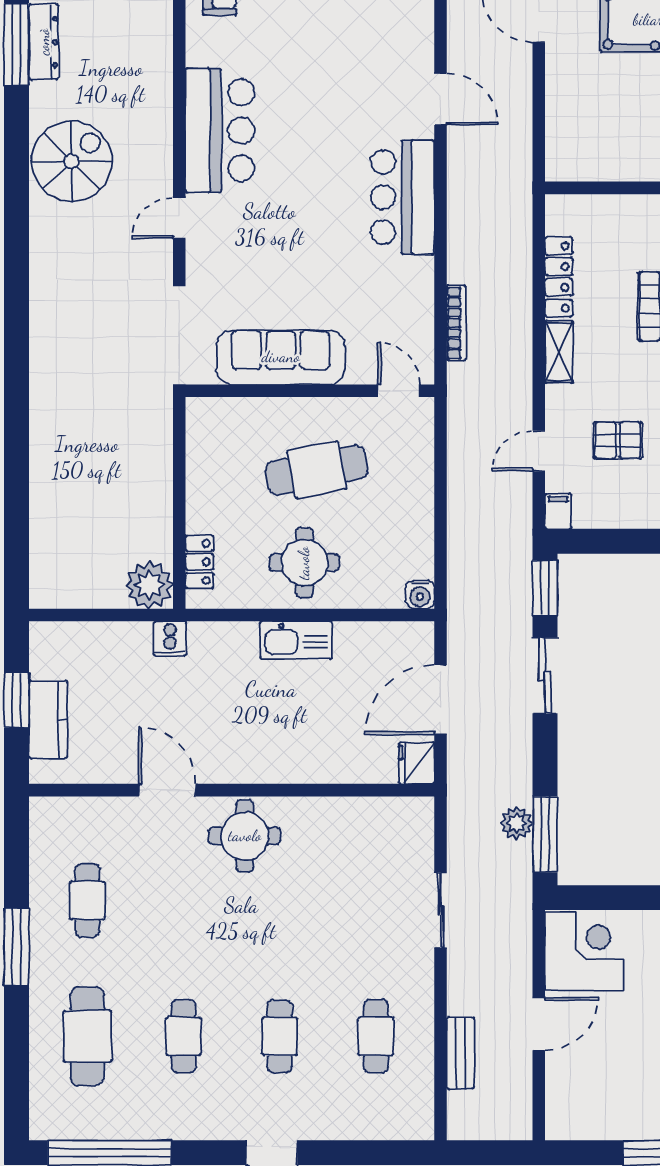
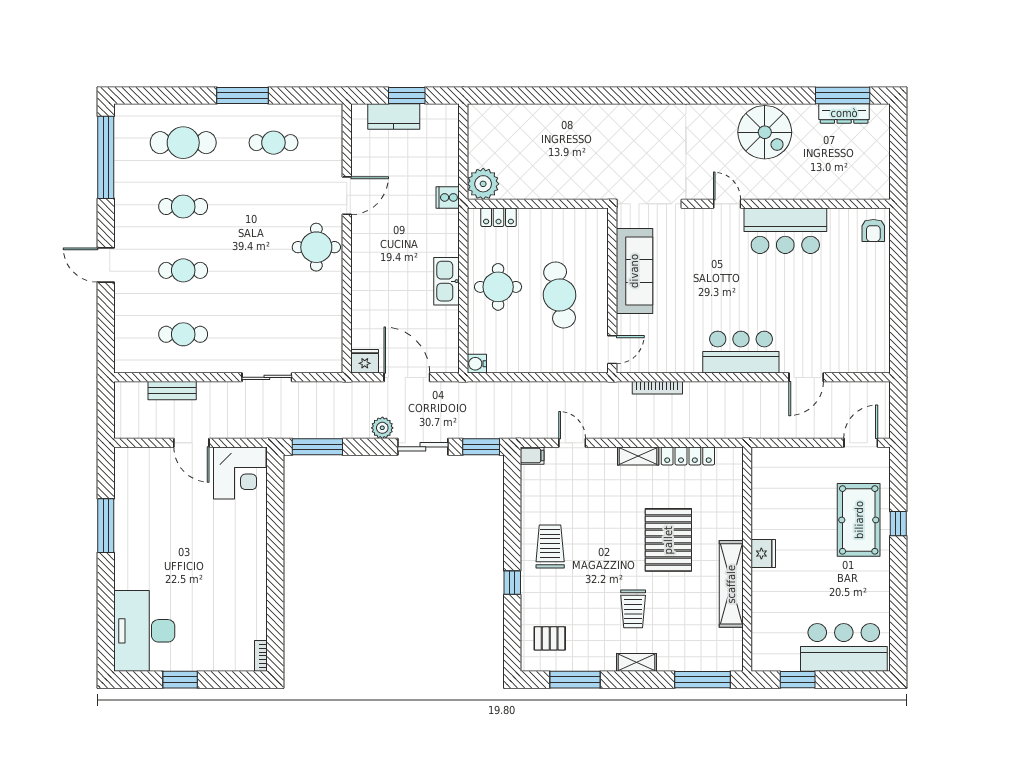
pallet: (618, 440) -> (579, 495), removed
plant: (516, 823) -> (382, 428), moved

